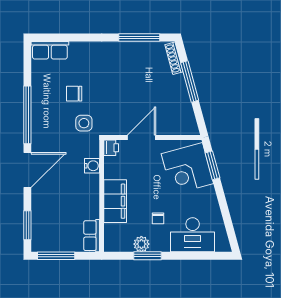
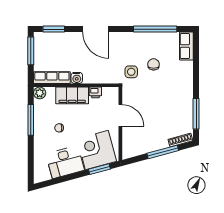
window: (27, 115) -> (155, 29), moved
printer: (111, 148) -> (95, 92), moved
water cooler: (92, 166) -> (77, 78), moved
desk: (193, 235) -> (65, 162), moved, turned -105
row of seats: (92, 236) -> (52, 78), width x1.48
plant: (141, 244) -> (40, 93), moved
window: (147, 256) -> (31, 120), width x1.44

